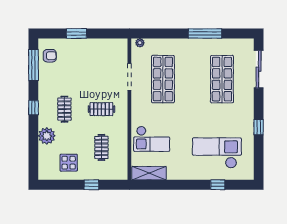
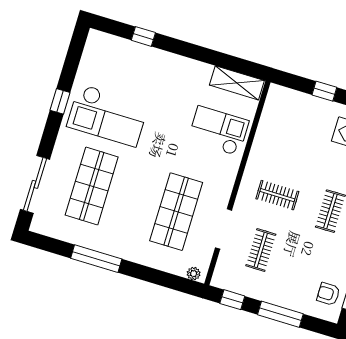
window: (76, 34) -> (280, 314), width x1.44
window: (110, 34) -> (232, 300), added
clothes rail: (101, 147) -> (261, 250), moved
checkout: (217, 153) -> (108, 115), moved

